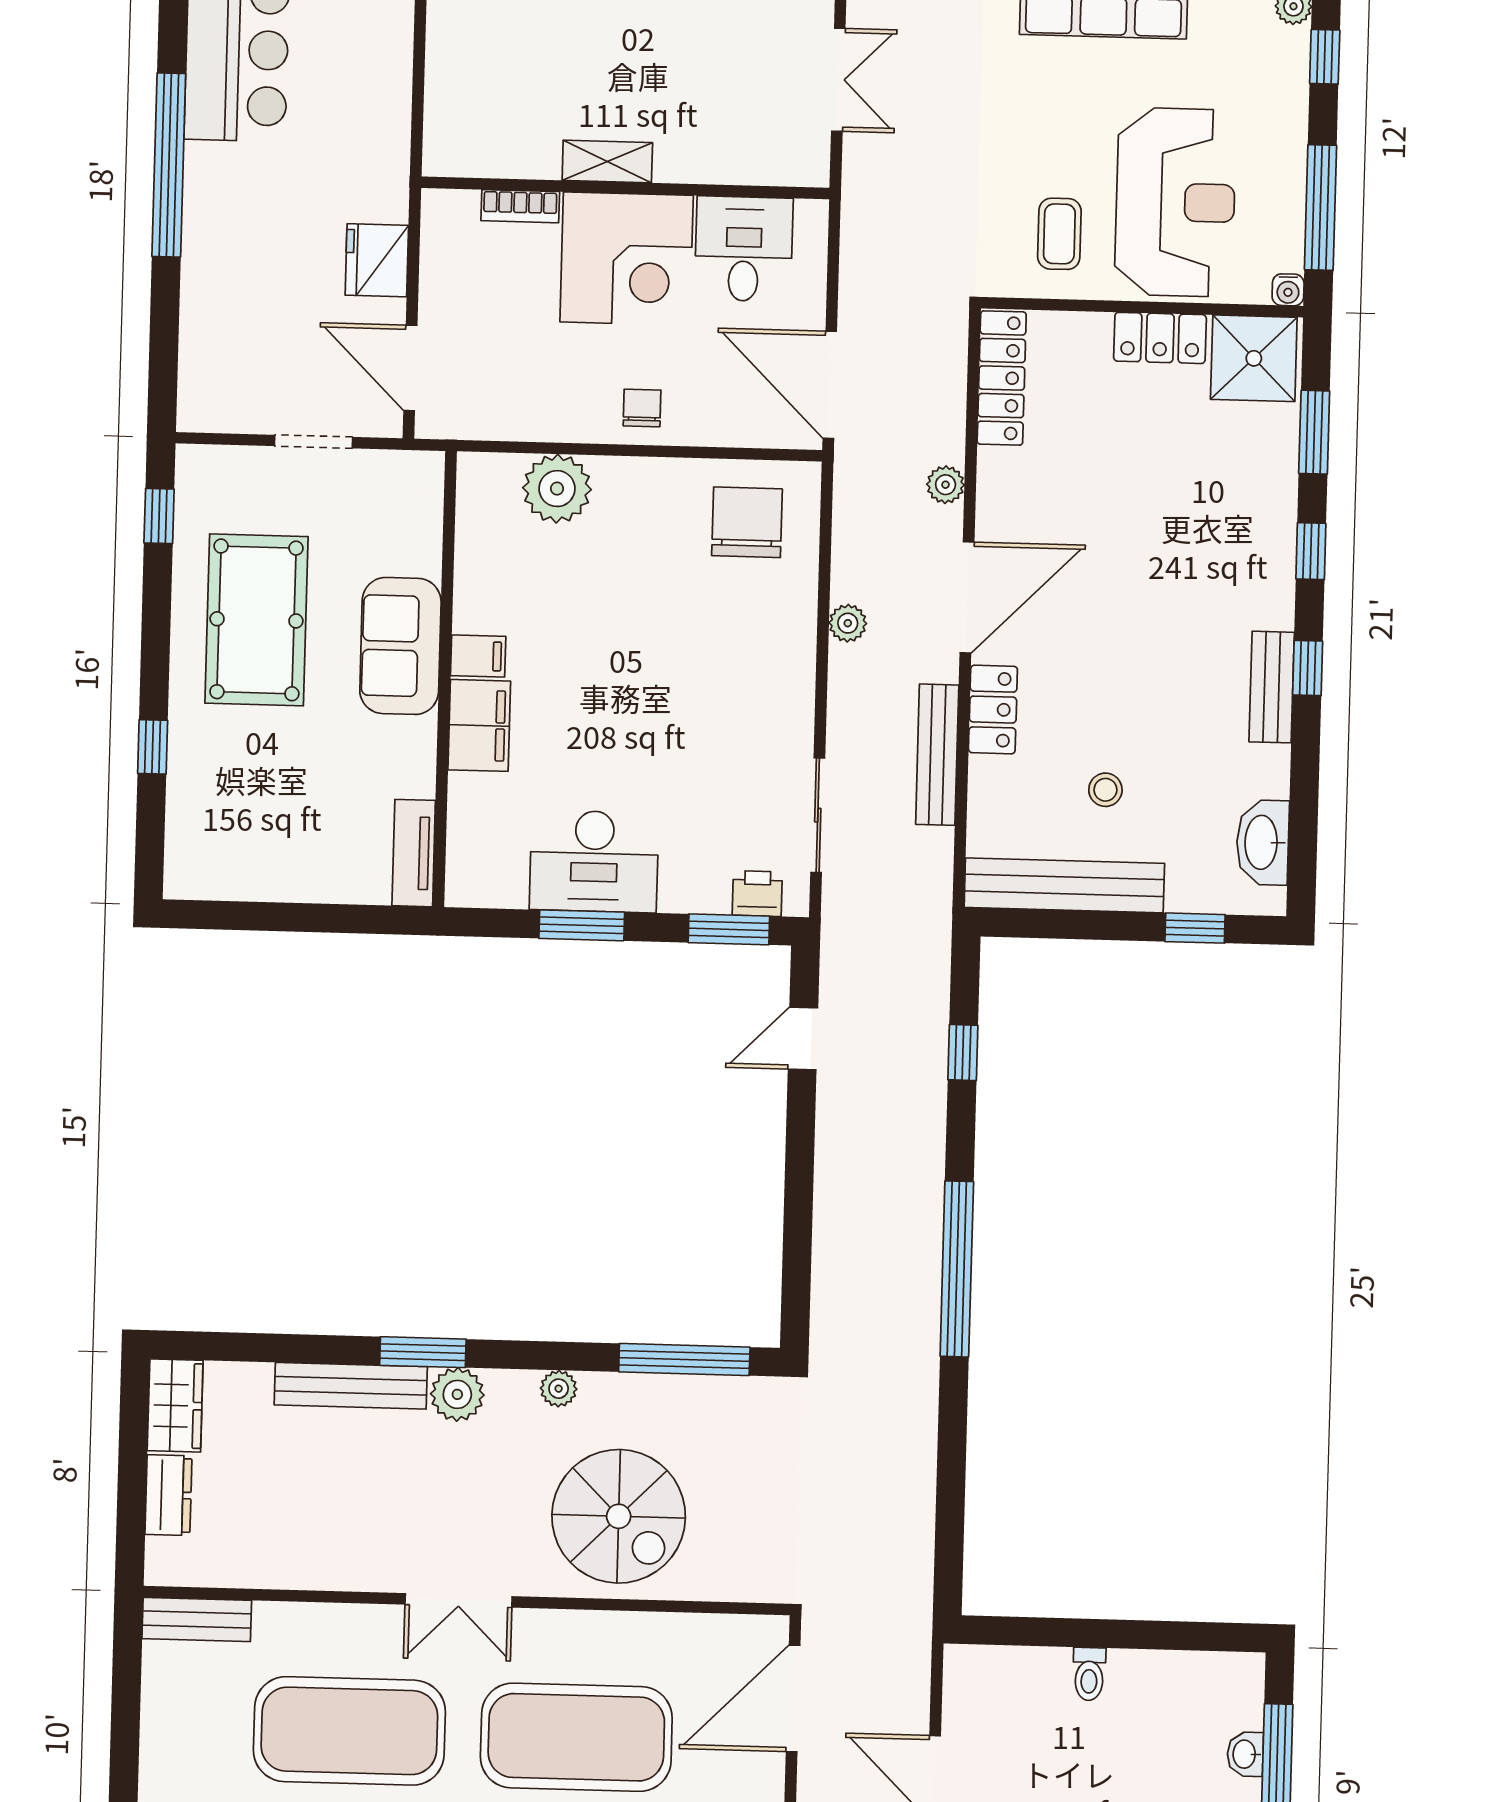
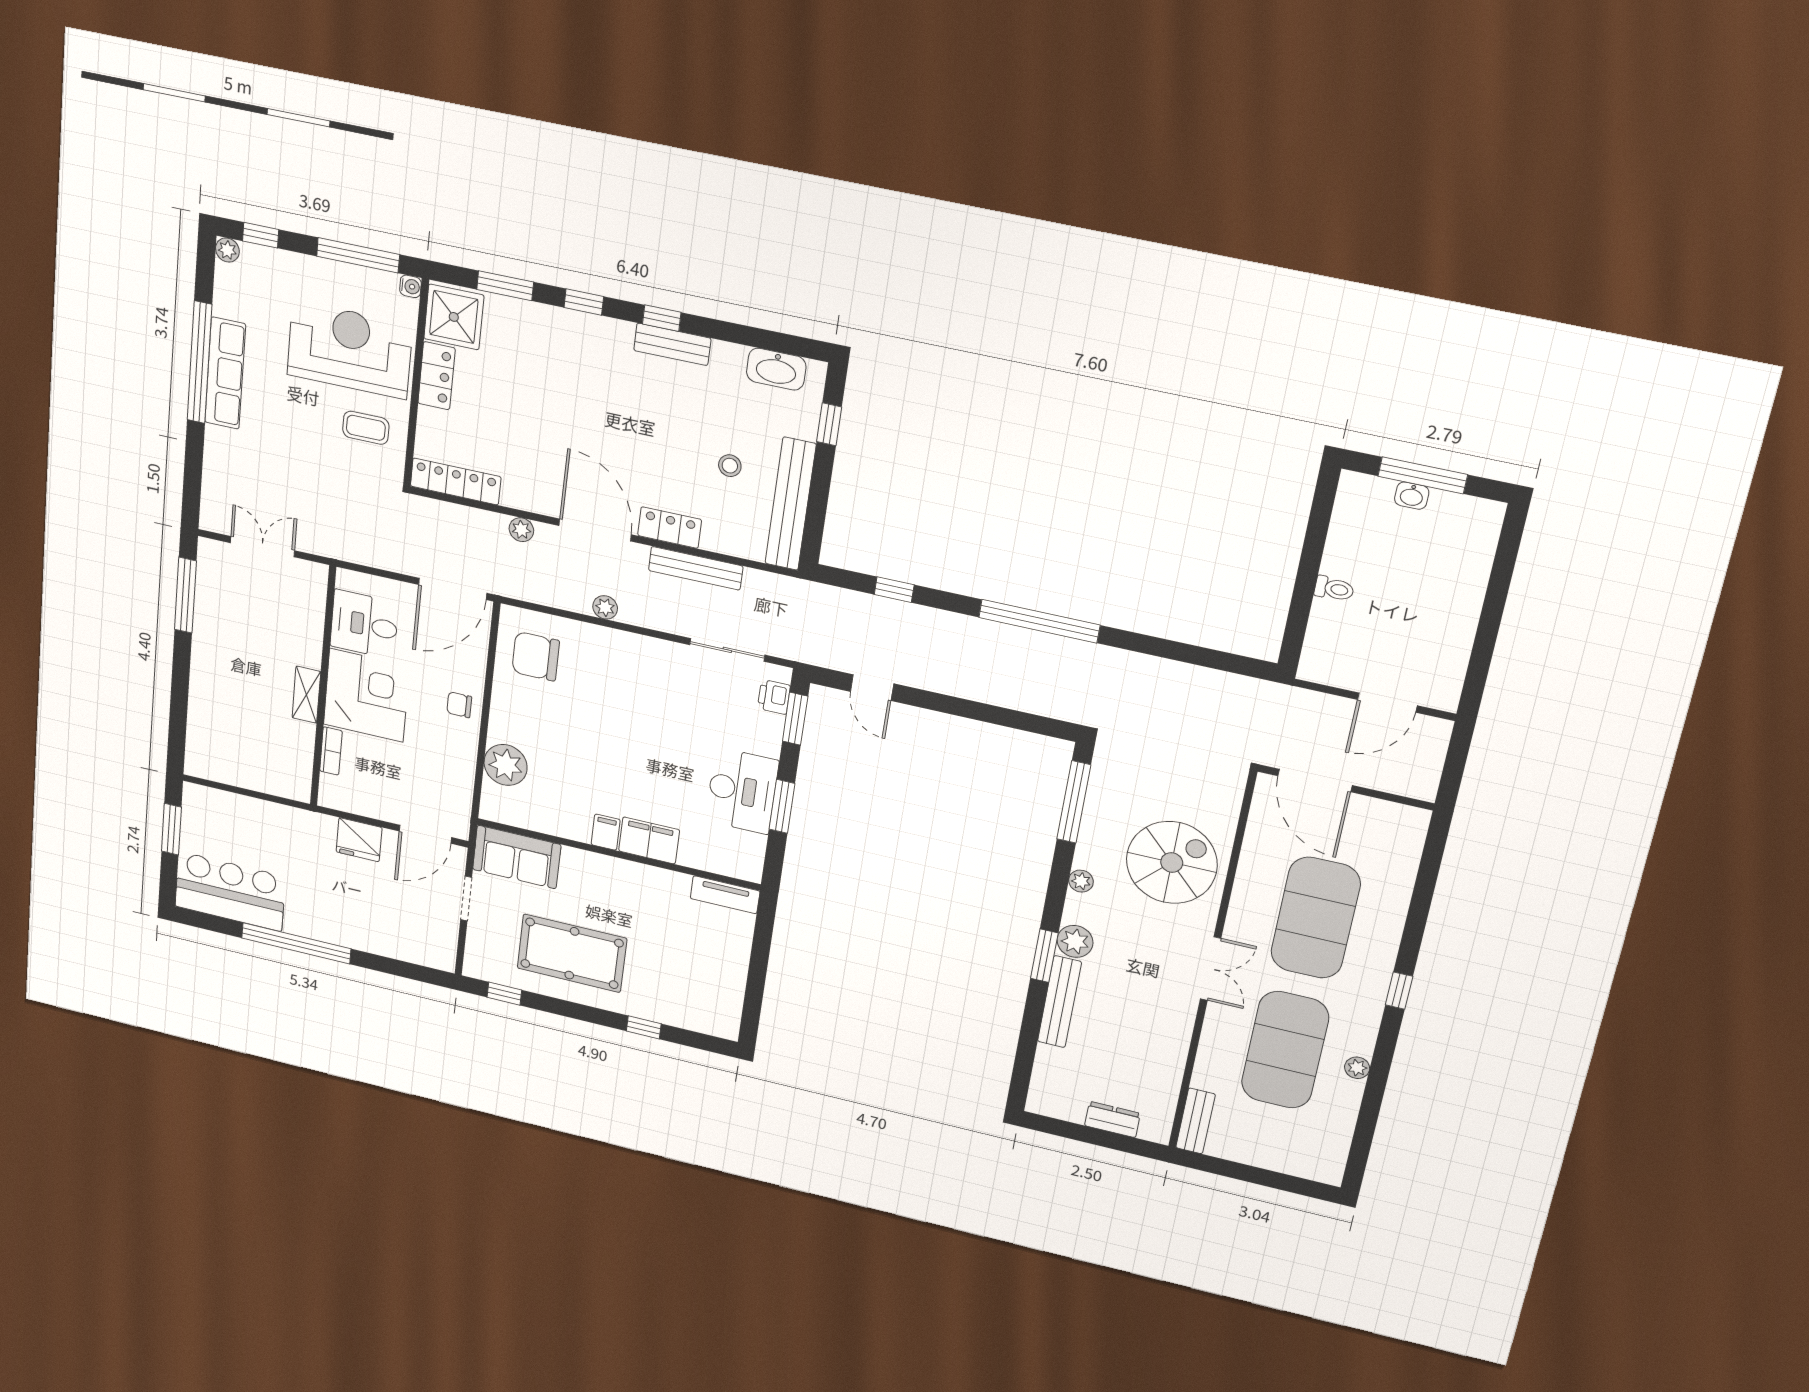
sofa: (400, 646) -> (517, 857), moved
wardrobe: (175, 1406) -> (1056, 1103), removed

